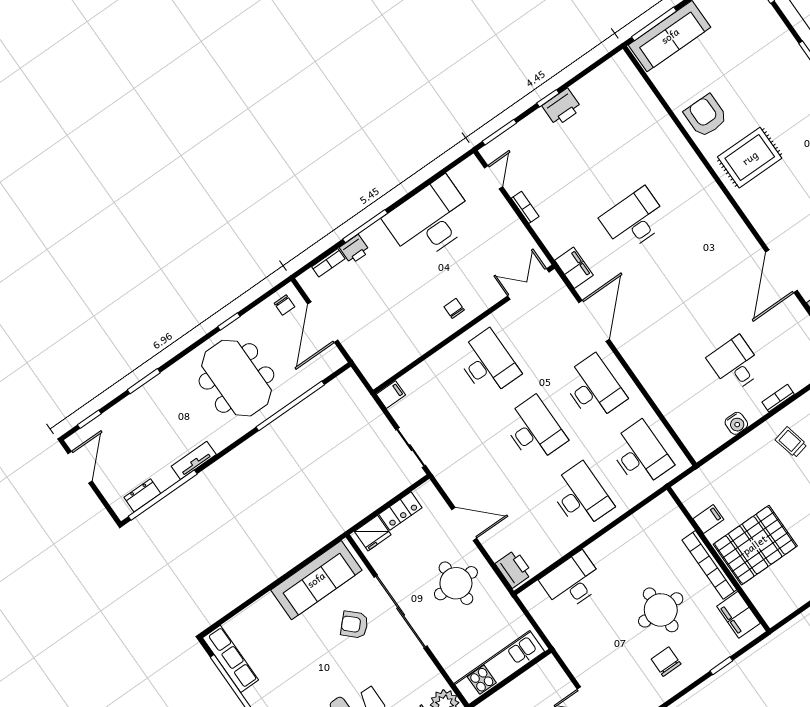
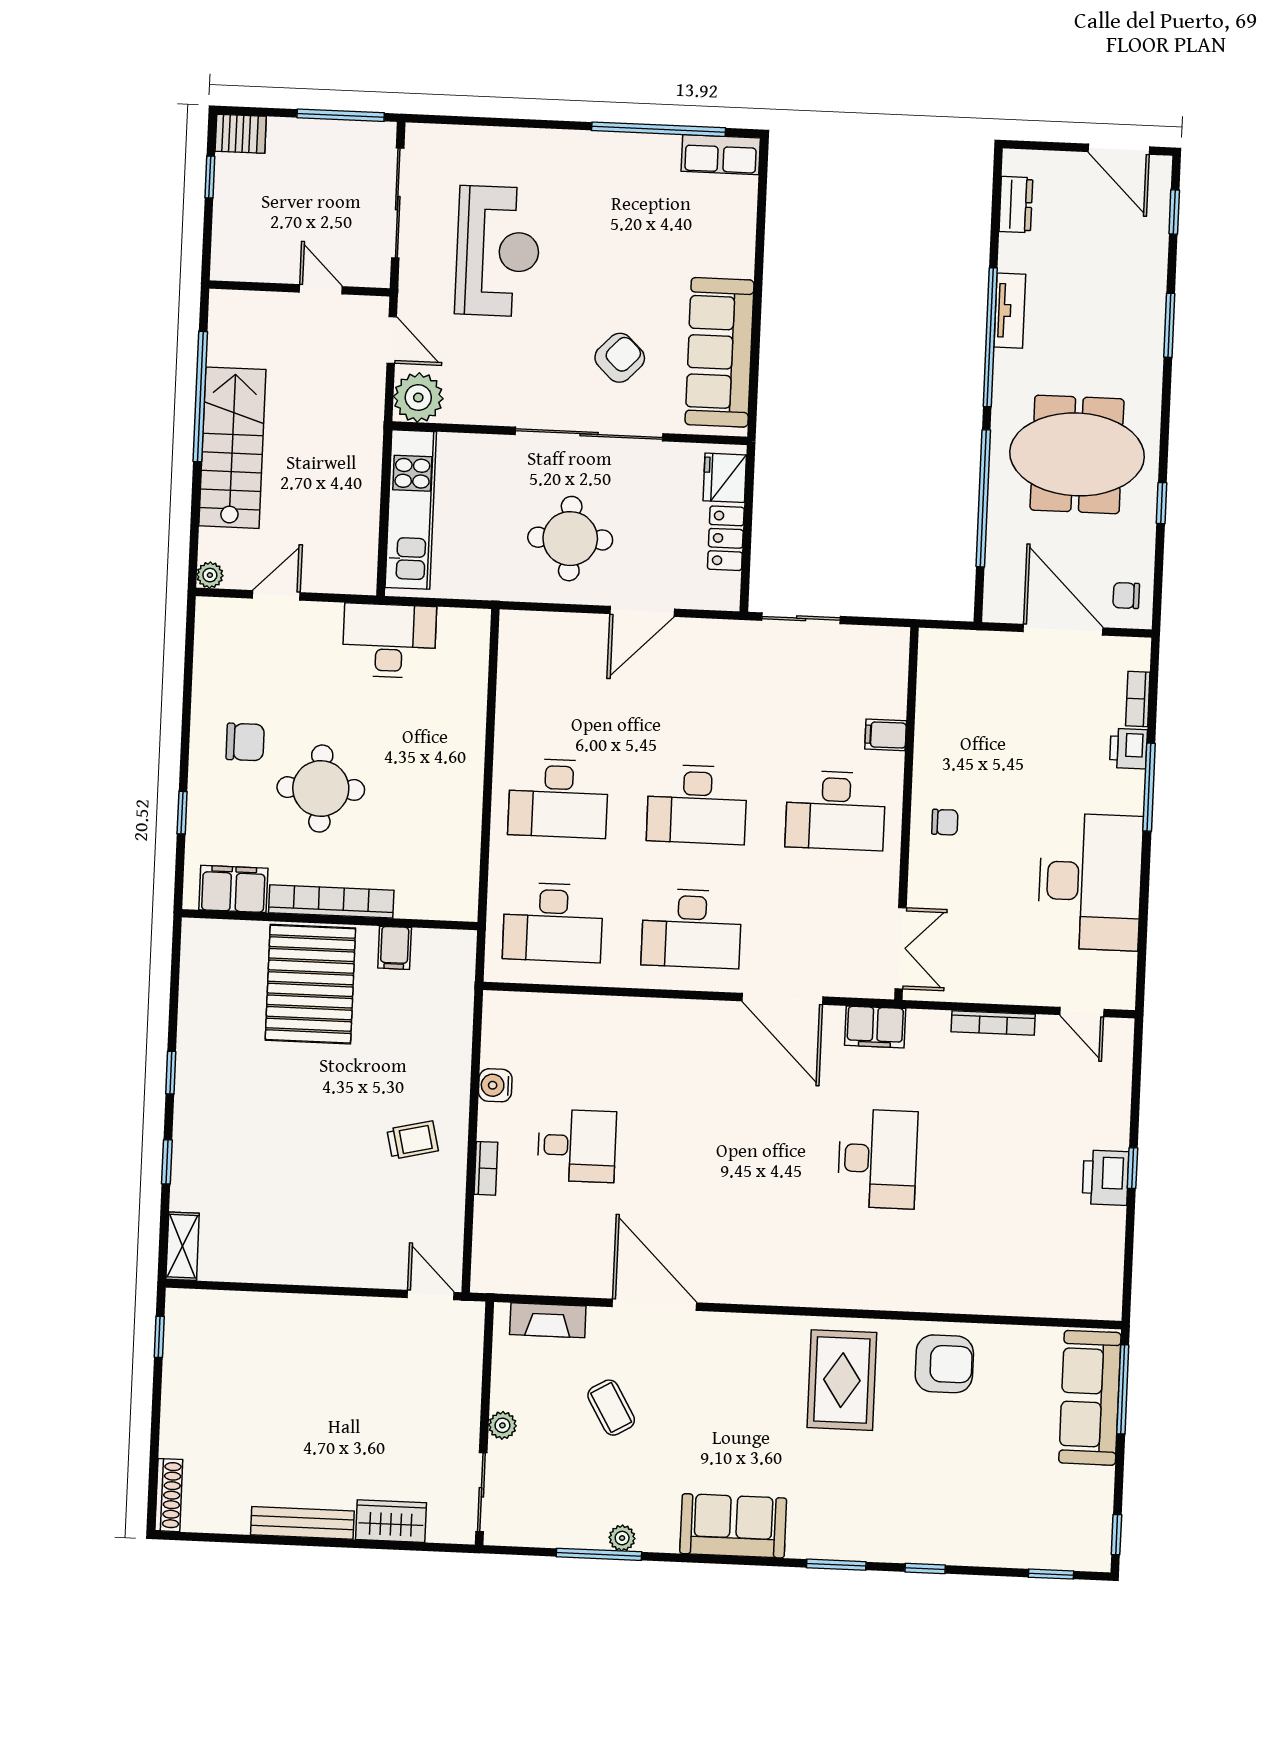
window: (499, 132) -> (1137, 1067), removed
bookcase: (525, 207) -> (993, 1023), width x1.56
filing cabinet: (391, 395) -> (886, 735), moved, turned 90
window: (163, 495) -> (990, 337), moved
printer: (514, 569) -> (529, 632), removed
desk: (572, 582) -> (389, 641), moved, turned -90
row of seats: (230, 659) -> (721, 155), width x0.68

